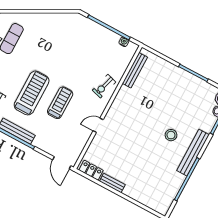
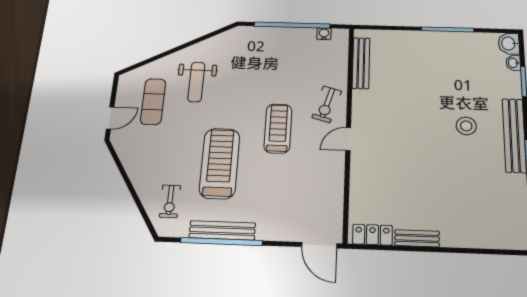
weight bench: (40, 38) -> (196, 82), added
treadmill: (60, 103) -> (278, 128), moved
door: (98, 125) -> (348, 139), moved

